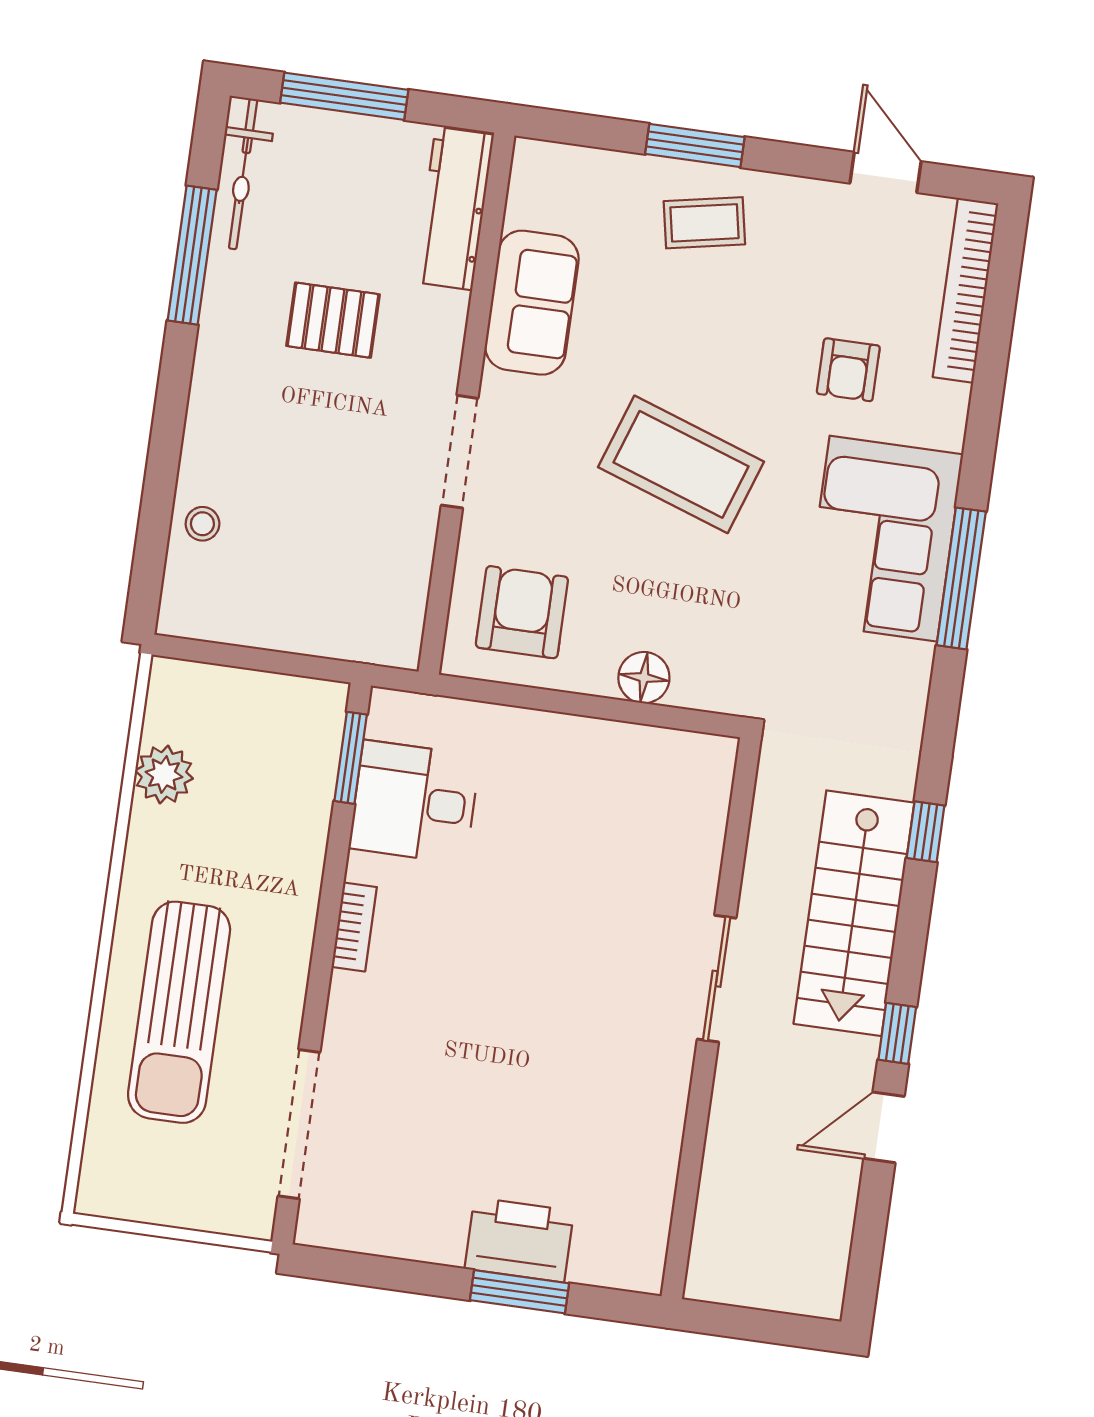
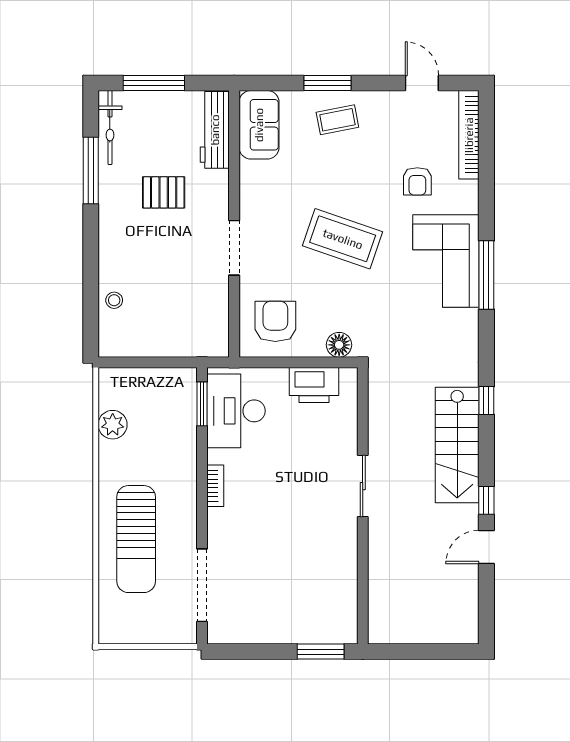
sofa: (532, 303) -> (259, 125), moved
desk: (414, 802) -> (236, 411), width x1.37
sliding door: (717, 979) -> (363, 486), moved
wall: (711, 1018) -> (363, 506), moved
printer: (519, 1240) -> (314, 385), moved, turned 180

